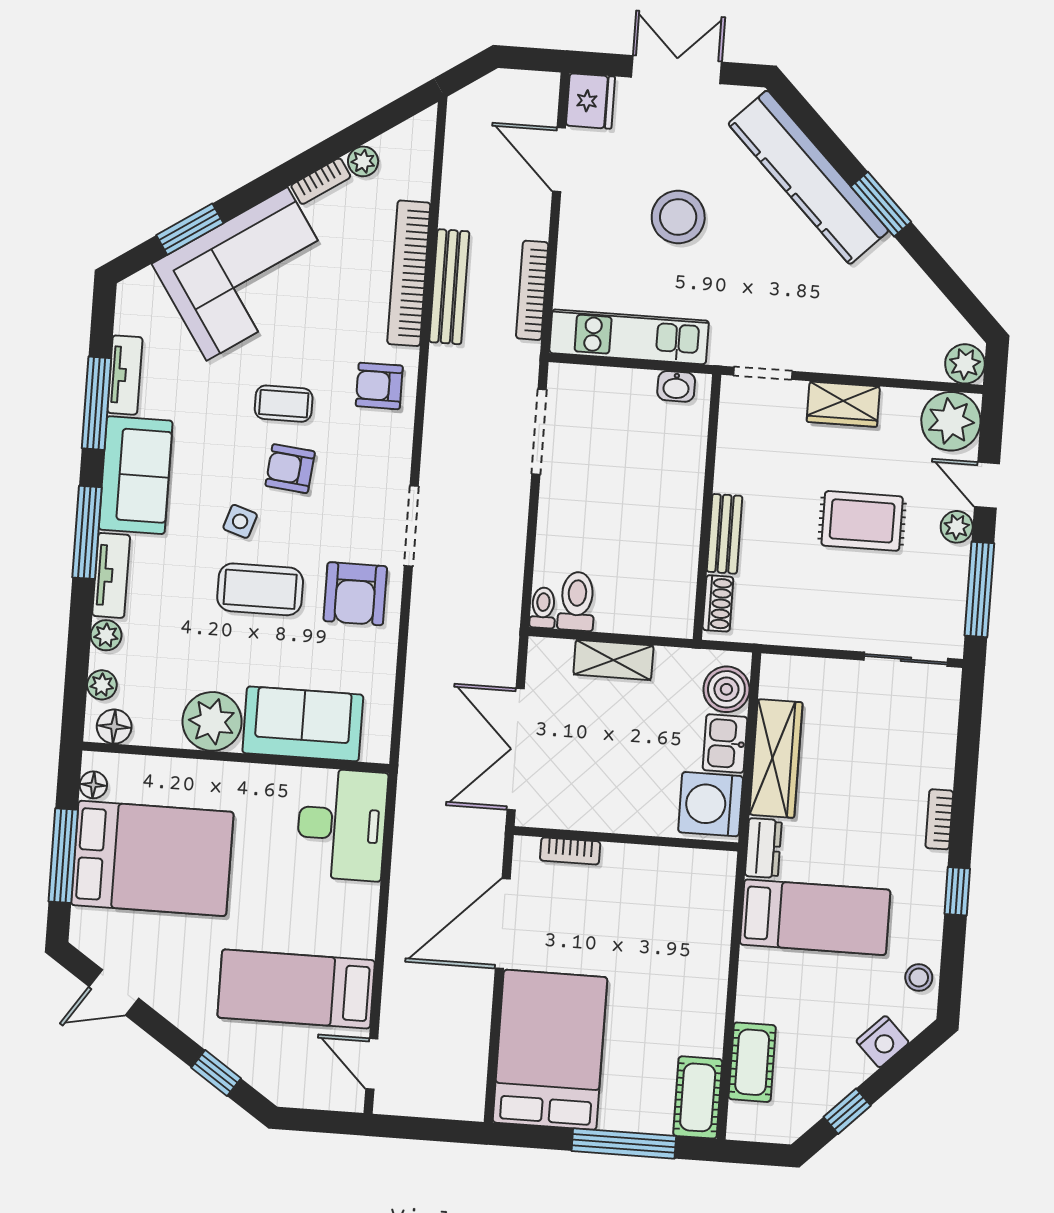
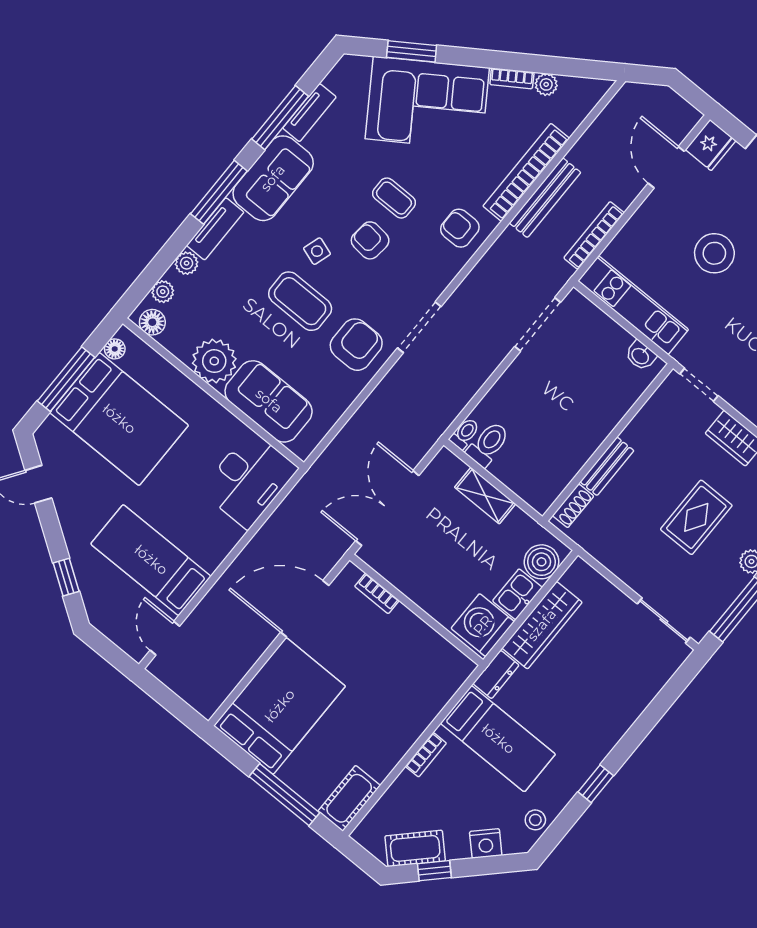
rug: (862, 521) -> (696, 517), turned 90
armchair: (355, 594) -> (356, 345), turned 180
bookcase: (939, 819) -> (426, 755), moved, turned 180
cot: (752, 1062) -> (415, 848), moved, turned 45

